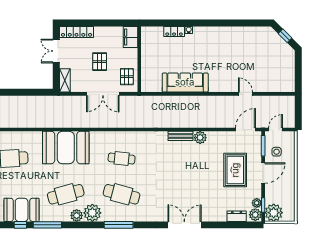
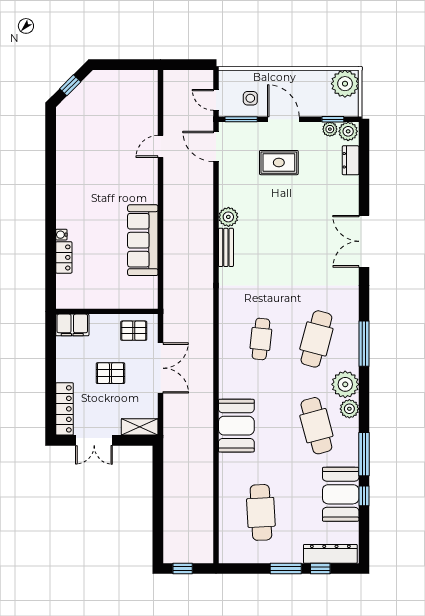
booth: (66, 148) -> (236, 426), width x0.73, depth x0.70
rug: (235, 170) -> (279, 163), width x0.73, depth x0.70
plant: (274, 213) -> (345, 84), moved

